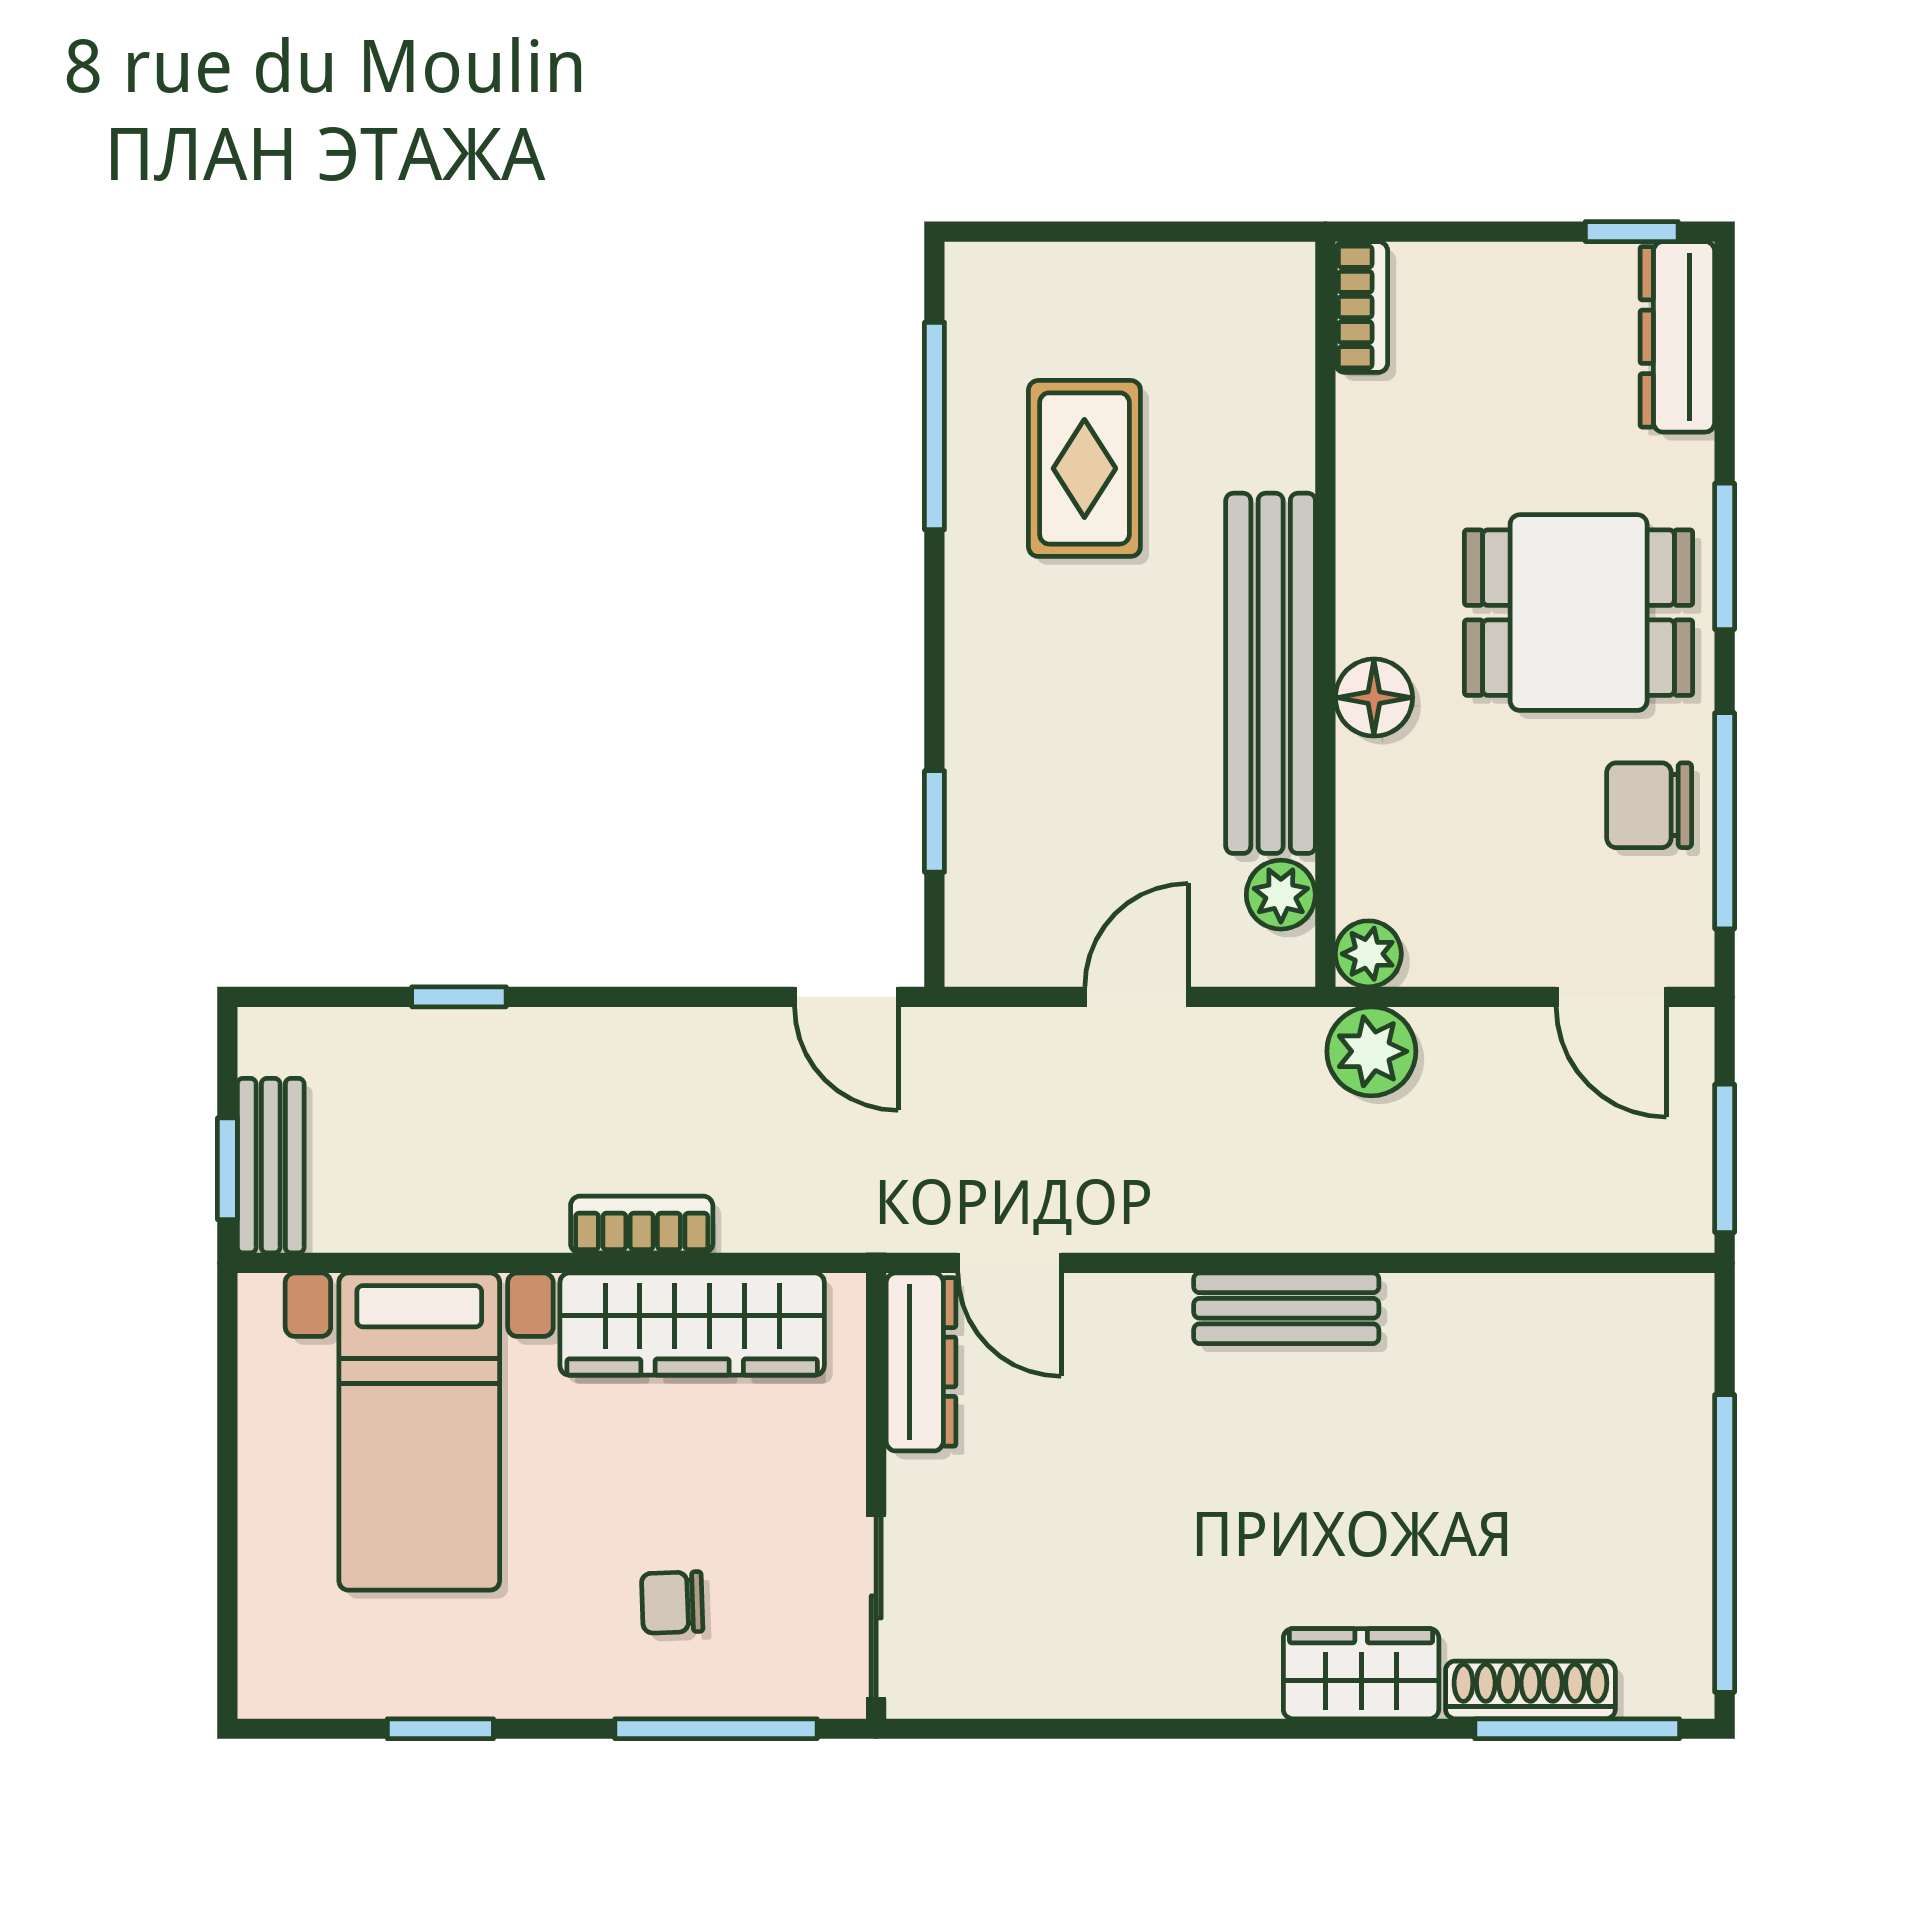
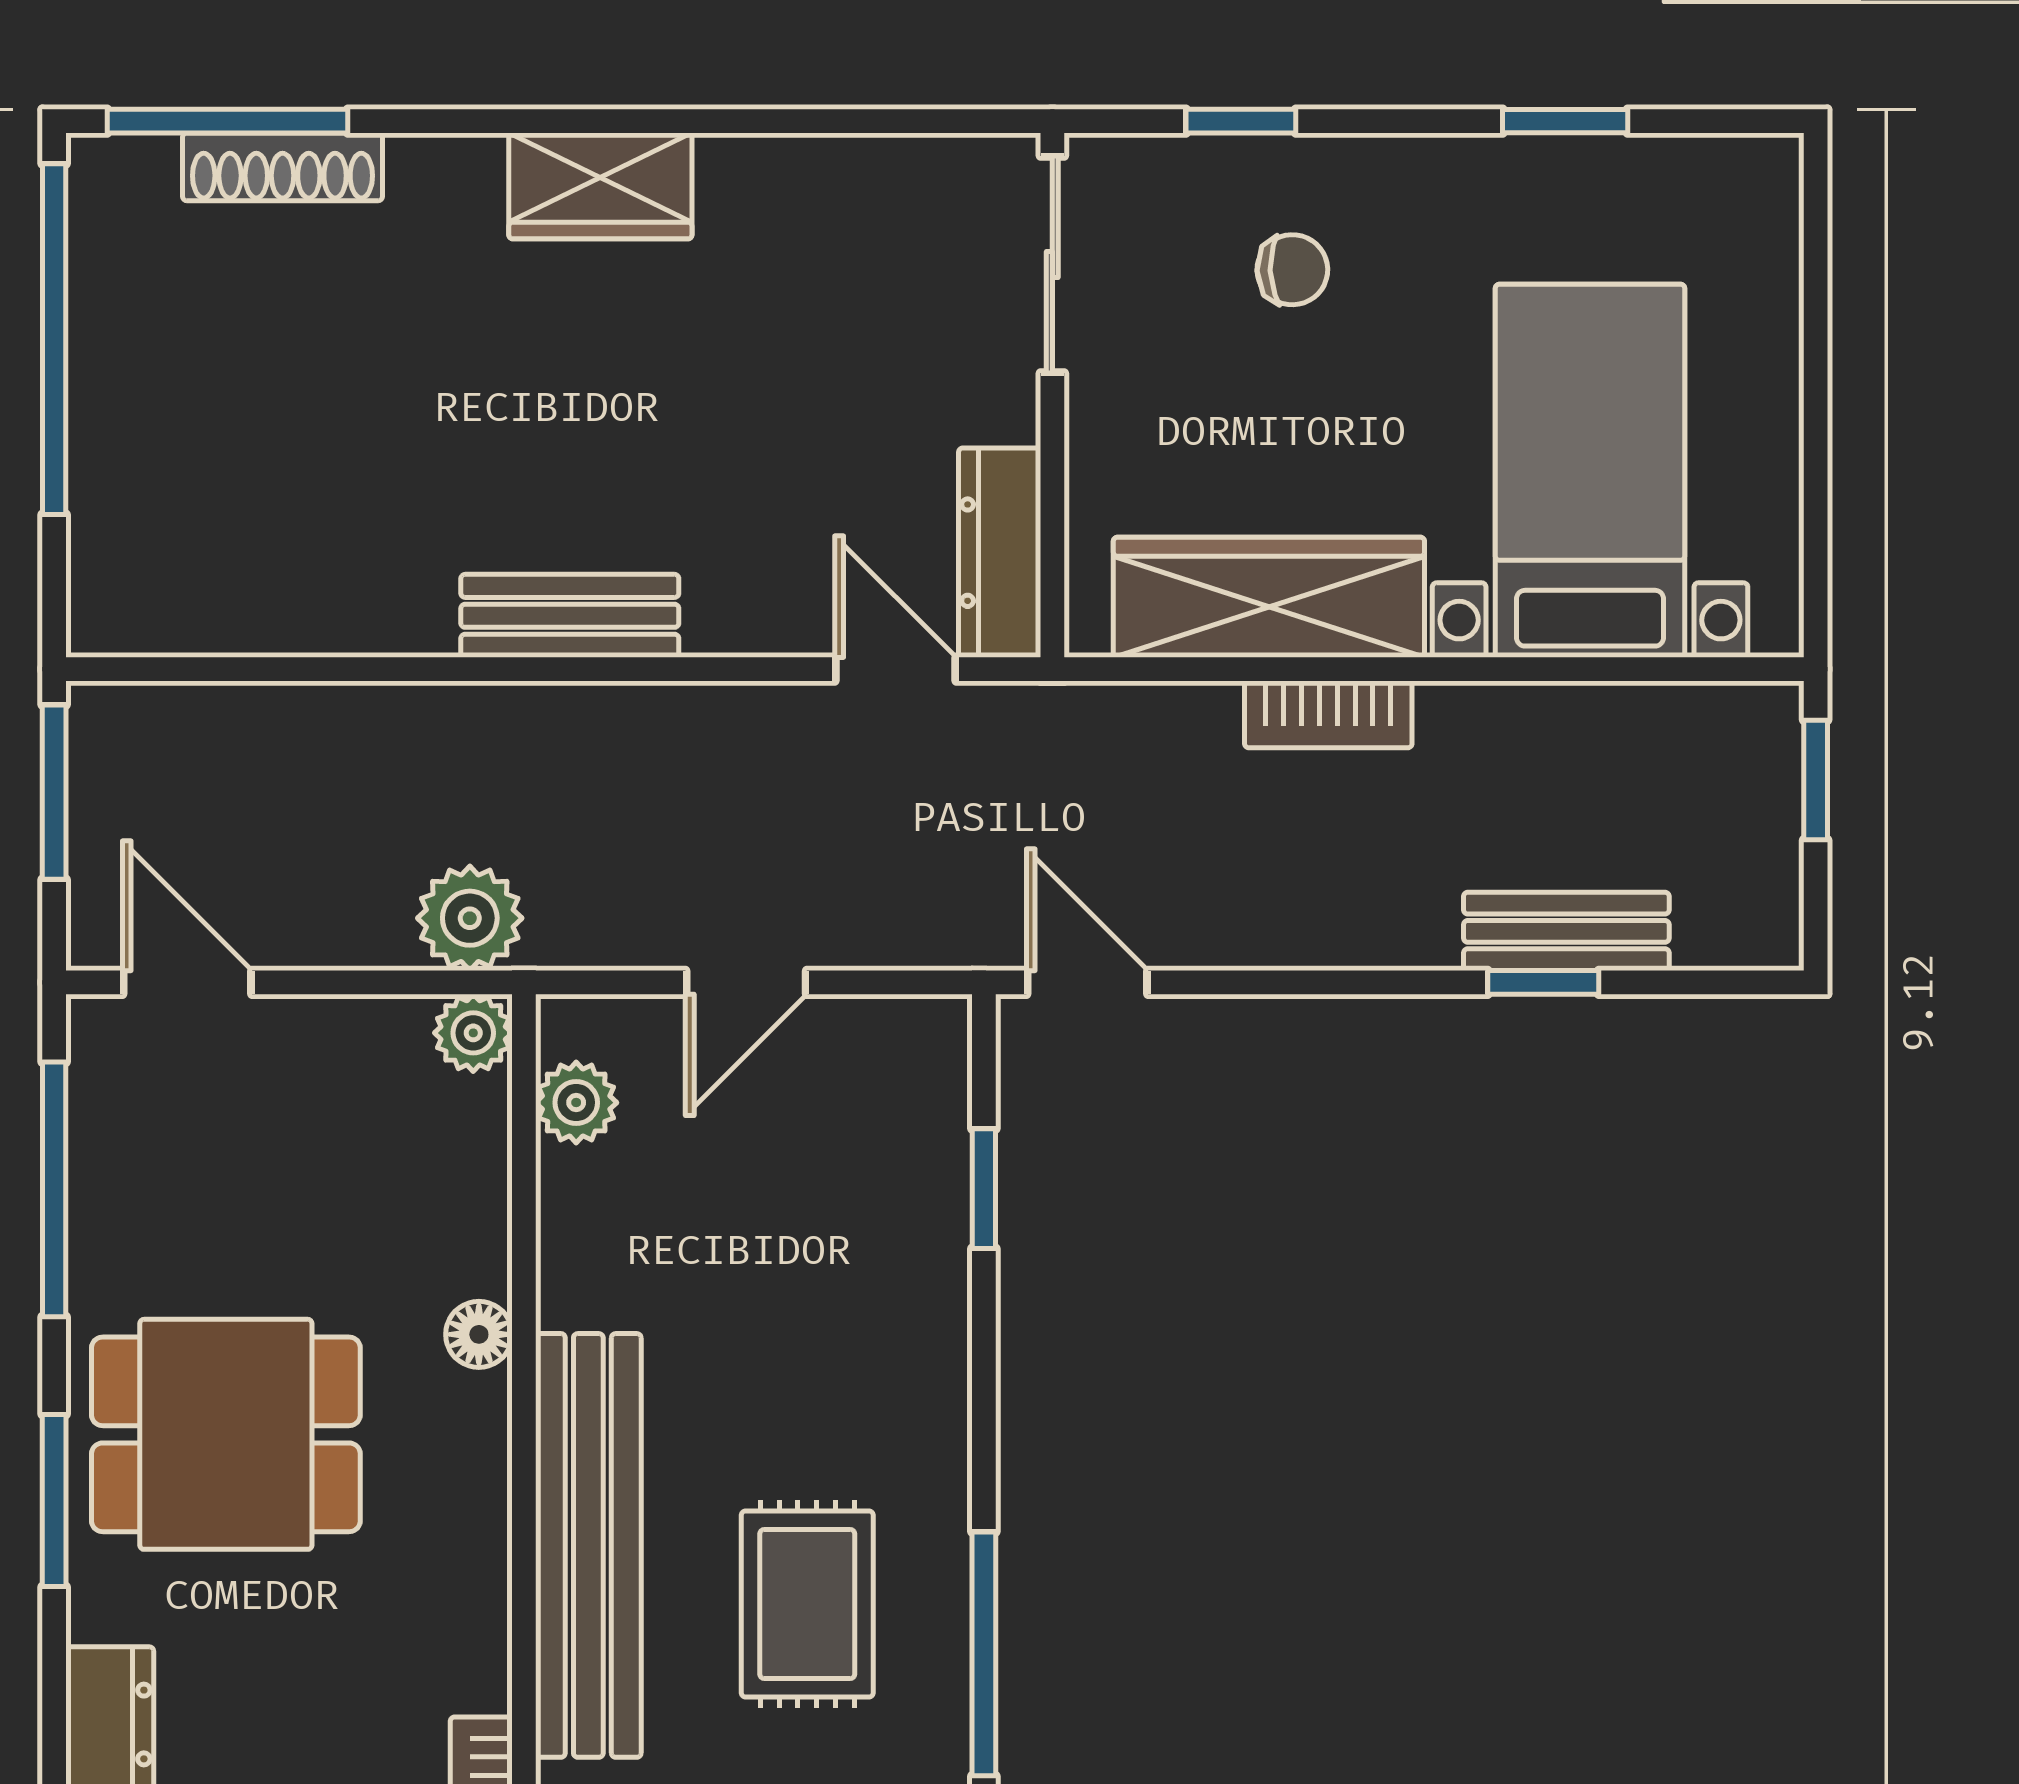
bench: (1271, 673) -> (588, 1545), moved
floor lamp: (1374, 698) -> (479, 1334), width x0.73, depth x0.73
chair: (1649, 805) -> (143, 1208), removed
bench: (271, 1166) -> (1566, 931), moved, turned 90
wardrobe: (1361, 1674) -> (600, 186), moved
window: (716, 1729) -> (1241, 121), width x0.46

